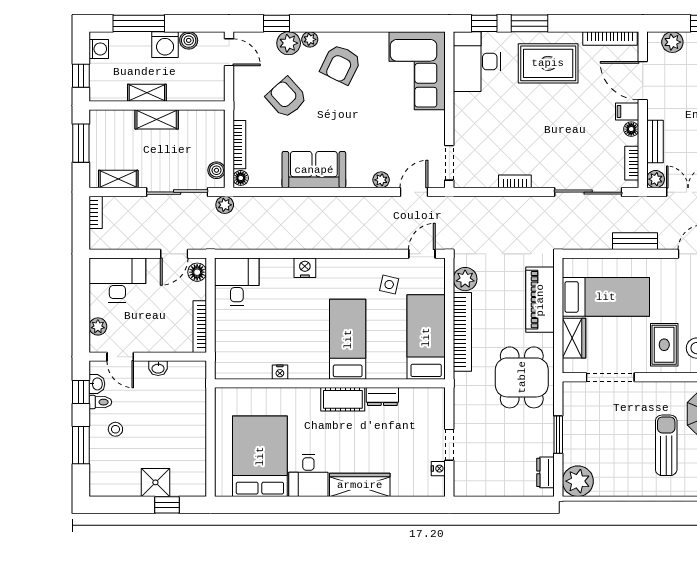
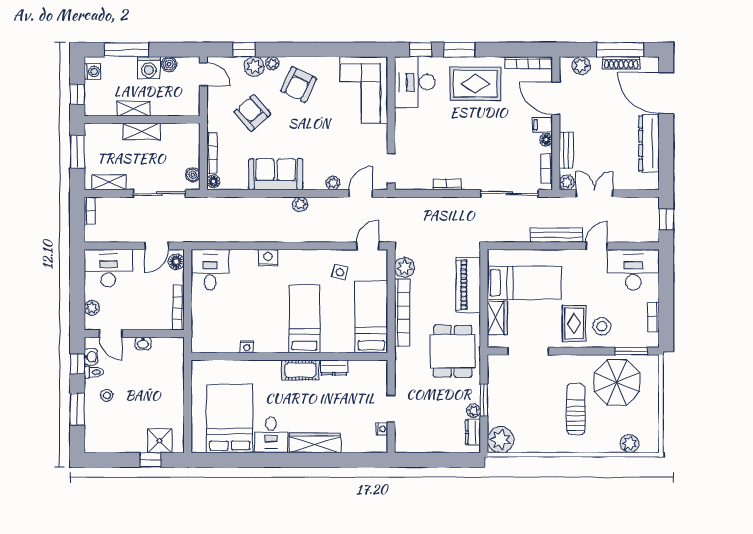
plant: (225, 205) -> (300, 204), moved
bench: (635, 241) -> (556, 235), width x1.36
plant: (546, 447) -> (474, 411), added
shower: (155, 482) -> (160, 441), moved

